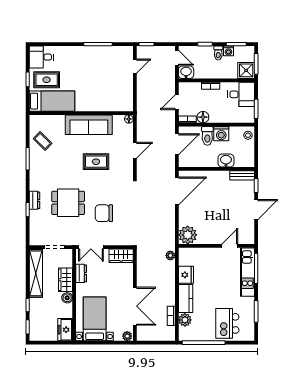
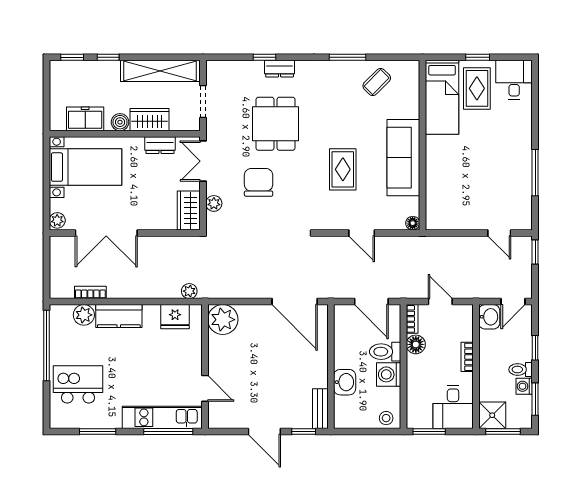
plant: (117, 240) -> (214, 203), added
fridge: (186, 275) -> (175, 317), moved
freezer: (65, 330) -> (85, 119), moved

